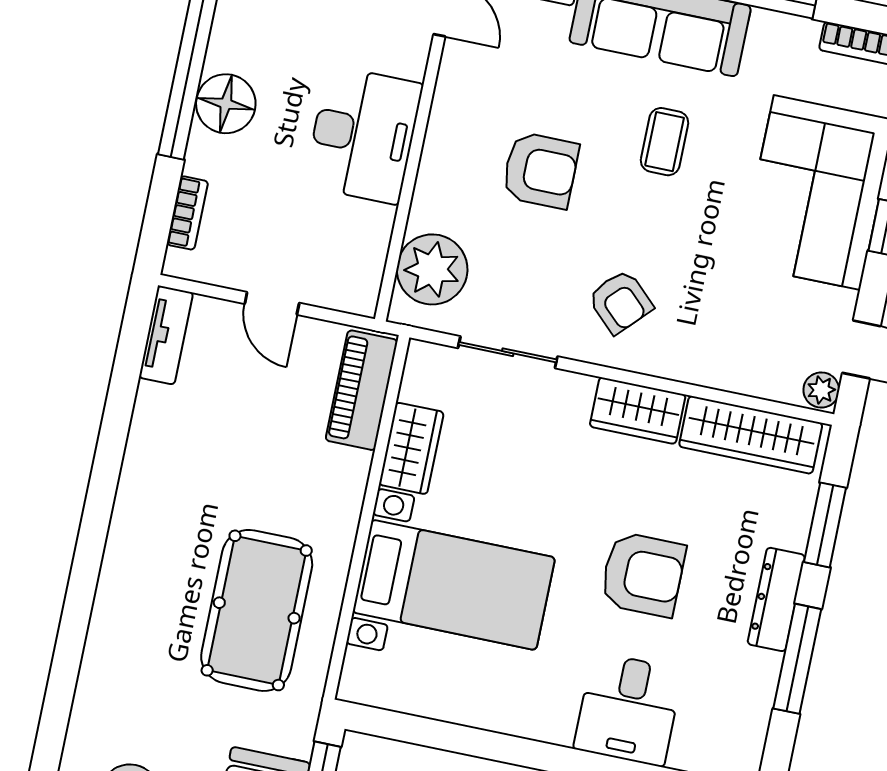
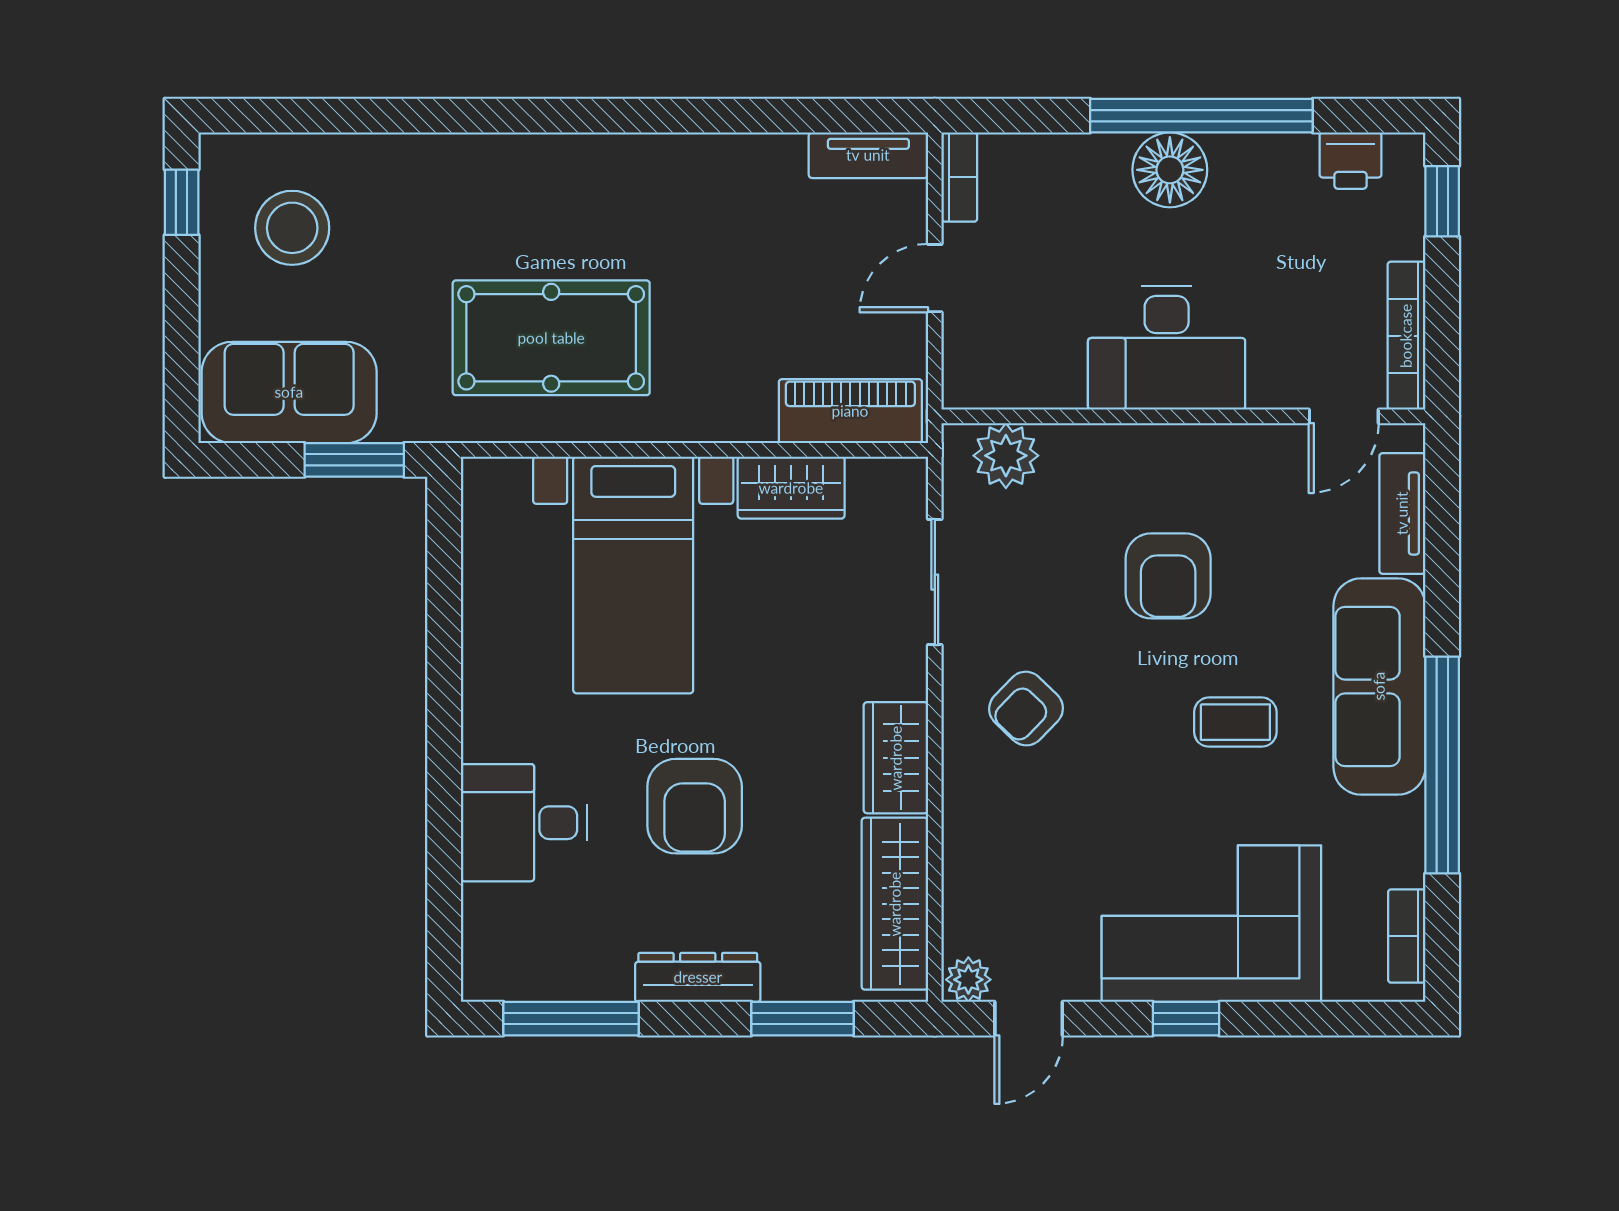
bookcase: (187, 213) -> (959, 177), moved, turned -90
plant: (432, 269) -> (1006, 456), width x0.73, depth x0.73
window: (797, 659) -> (571, 1019), moved

